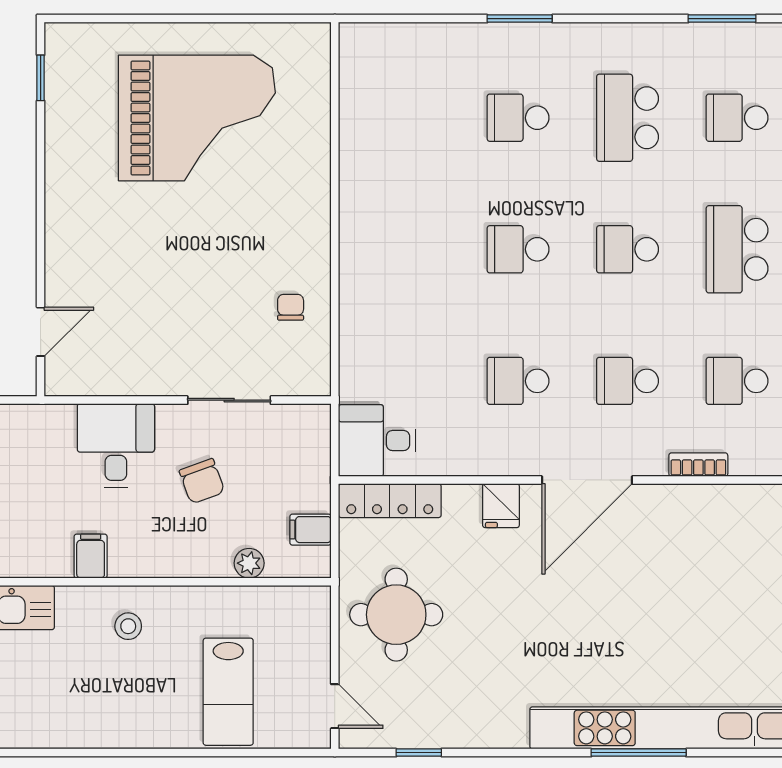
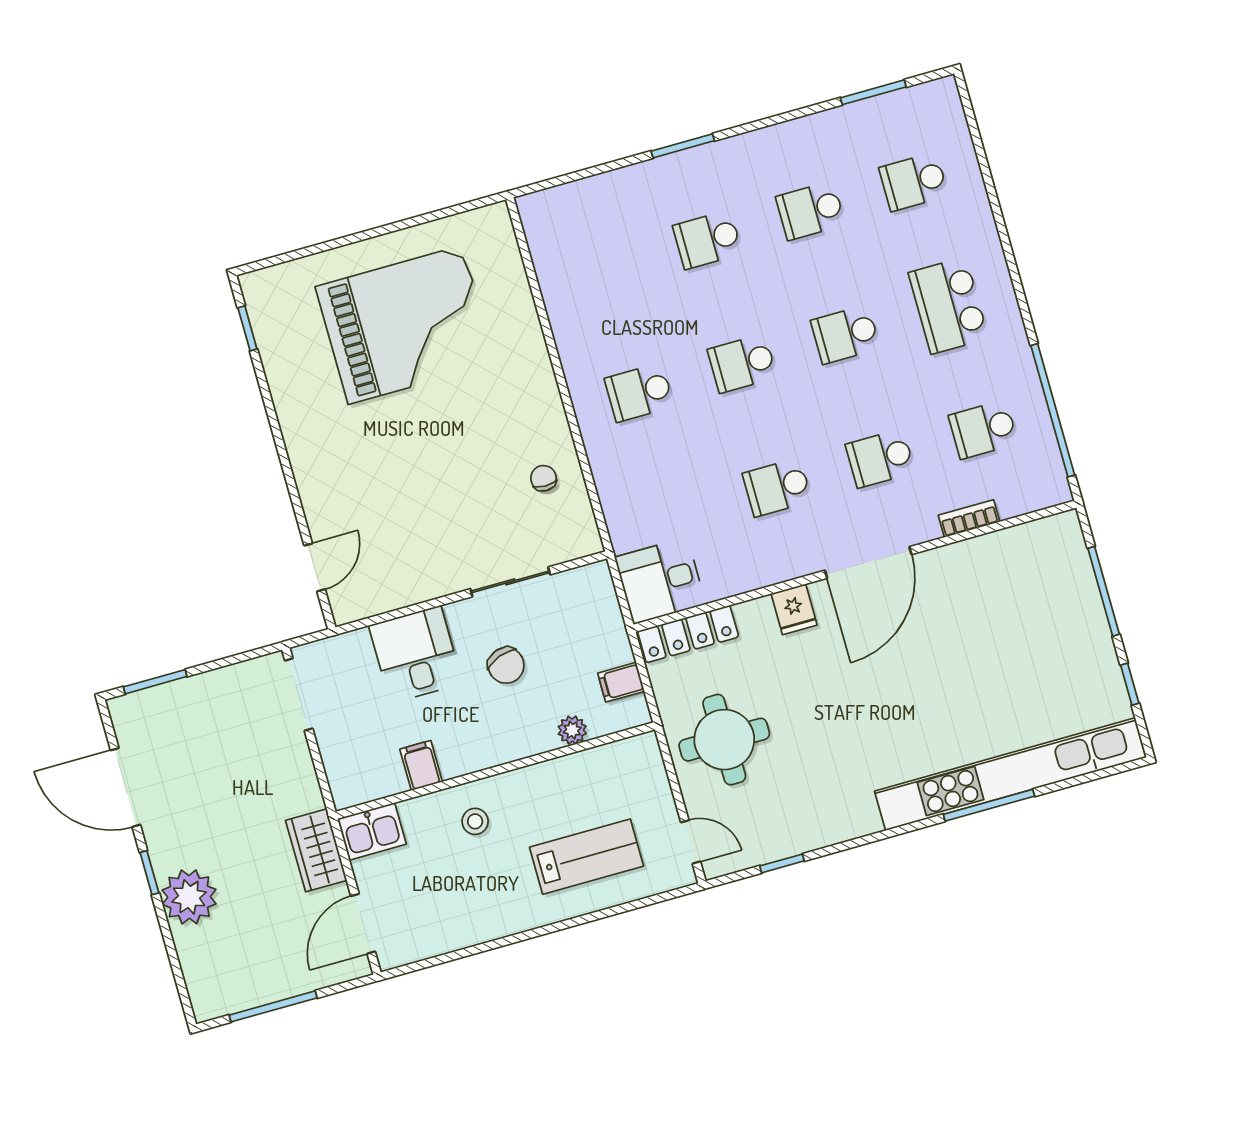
school desk: (628, 118) -> (811, 211), width x0.54
school desk: (409, 249) -> (639, 392), added
lab bench: (228, 692) -> (586, 857), turned -90

